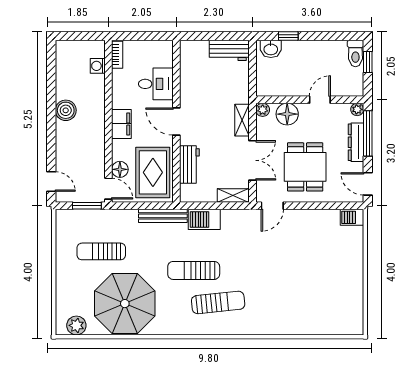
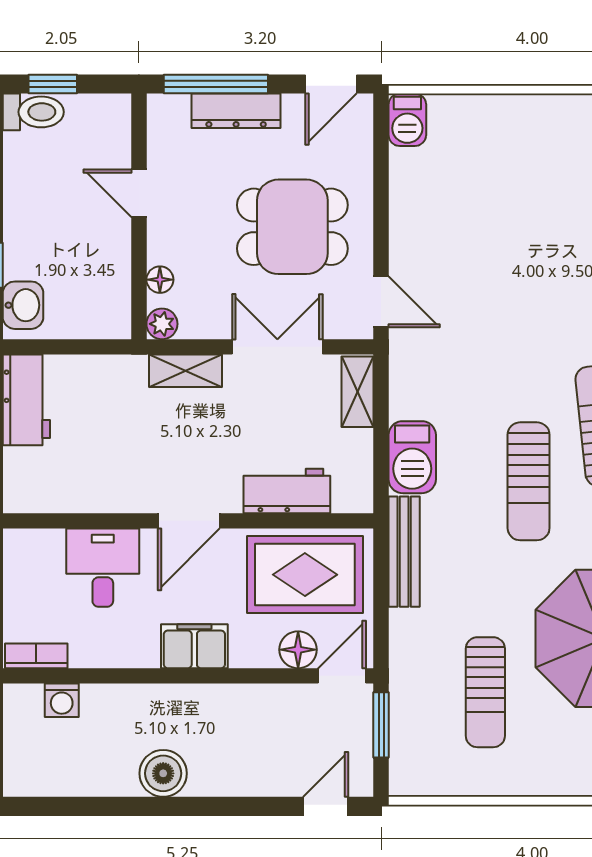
plant: (357, 109) -> (161, 108), removed
floor lamp: (287, 114) -> (160, 280), width x0.53, depth x0.53

